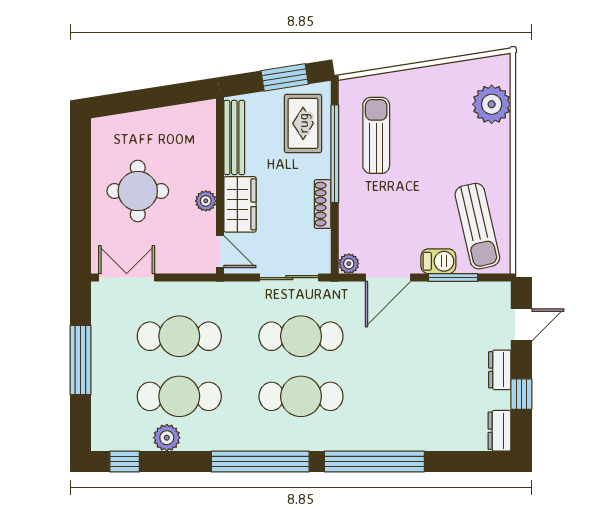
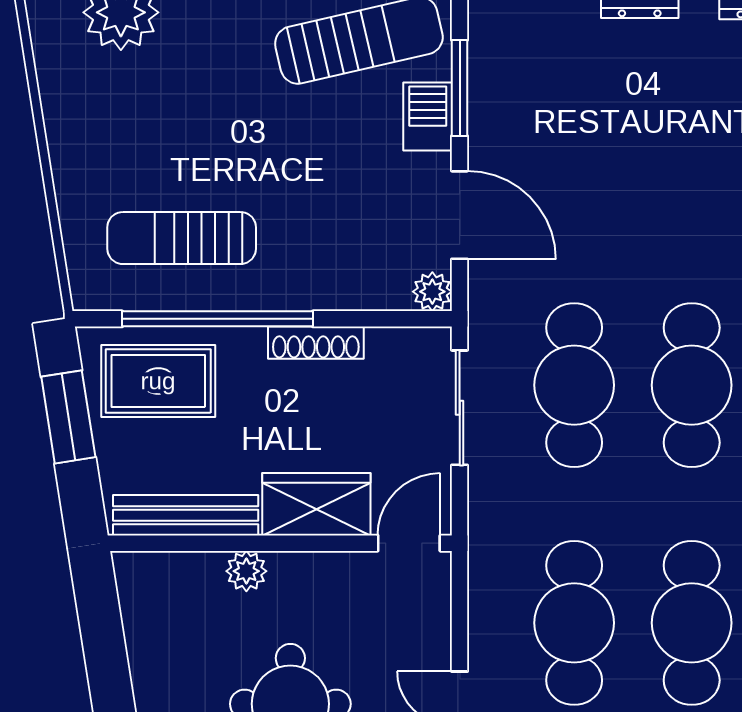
plant: (206, 201) -> (246, 571), moved

